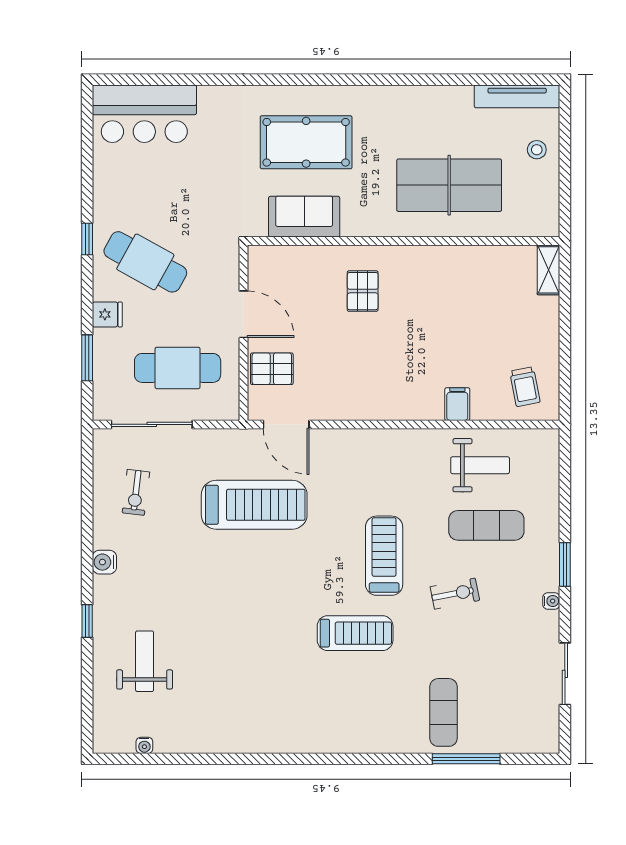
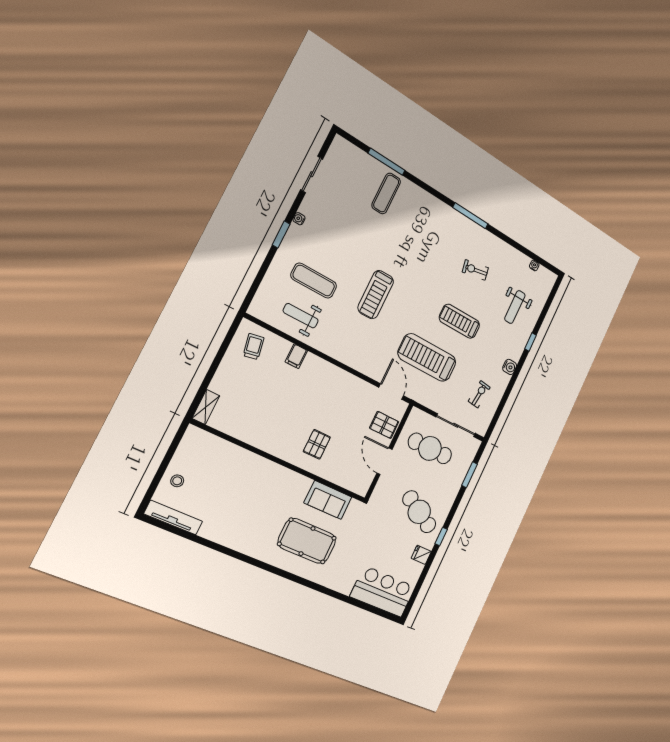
table tennis table: (449, 185) -> (240, 482), removed
fridge: (107, 314) -> (421, 555), moved
exercise bike: (455, 594) -> (475, 270), moved
treadmill: (355, 633) -> (459, 321), moved
window: (294, 759) -> (470, 216), added

